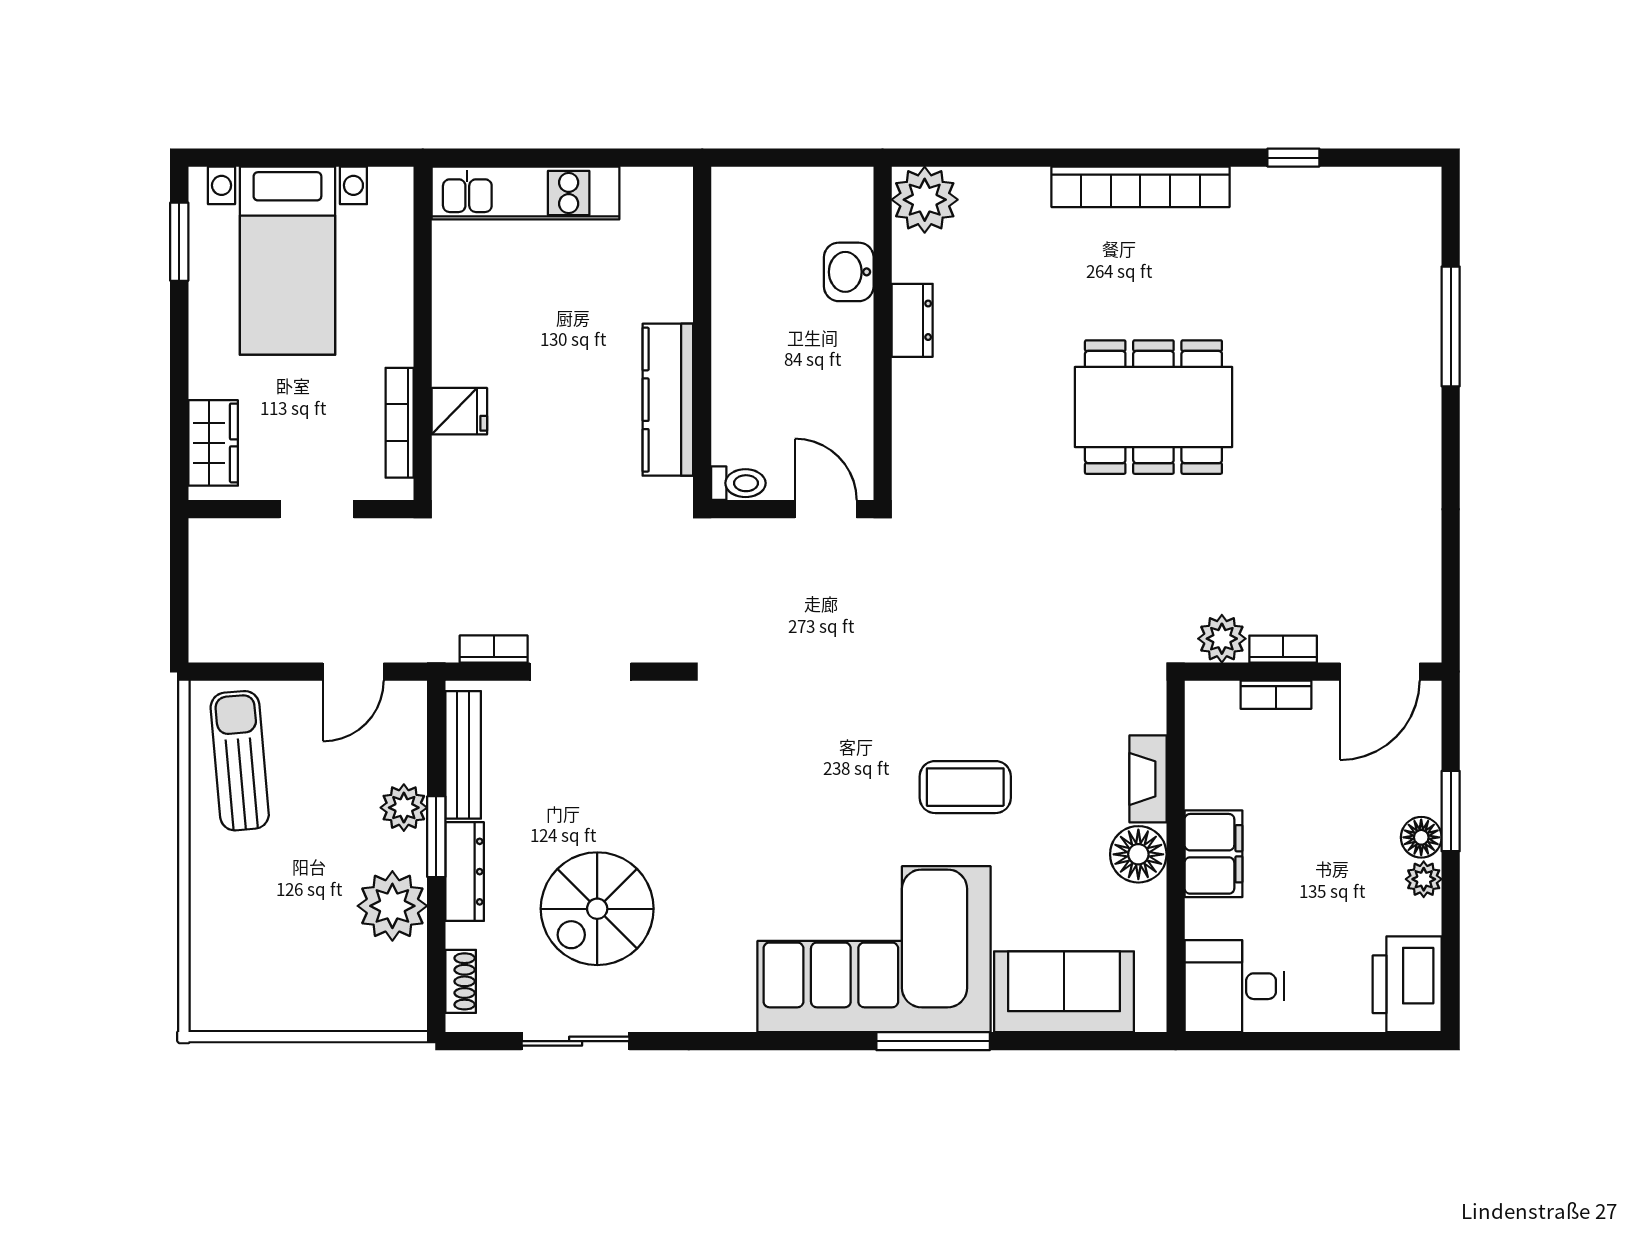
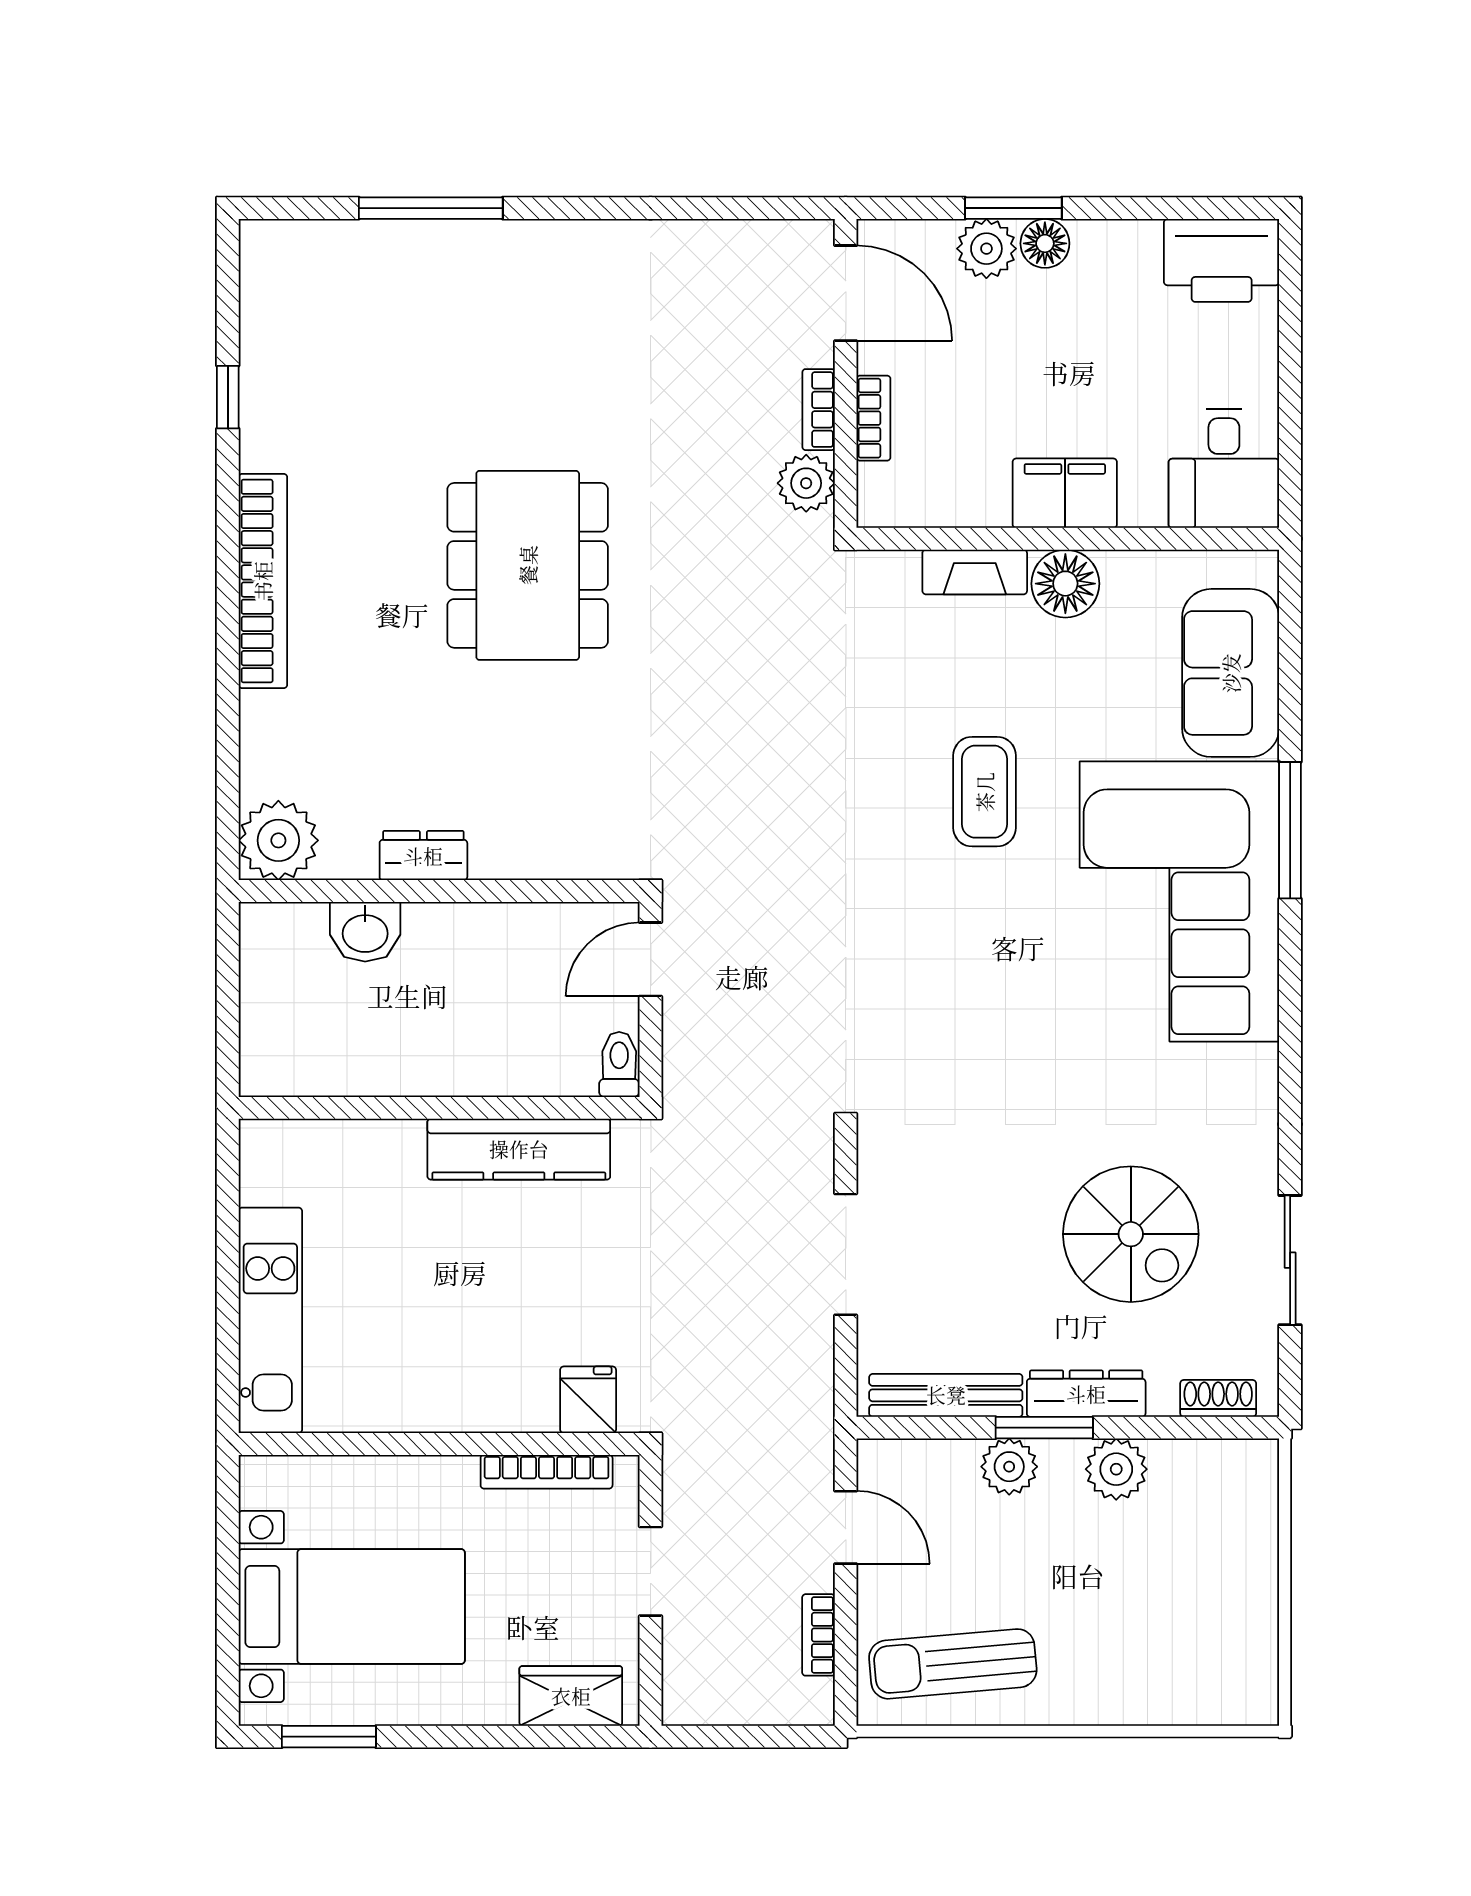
fridge: (459, 411) -> (588, 1400), moved
bookcase: (494, 649) -> (818, 1635), moved
plant: (1424, 879) -> (986, 249), moved, width x1.38, depth x1.38
plant: (392, 906) -> (1116, 1469), width x0.73, depth x0.73

